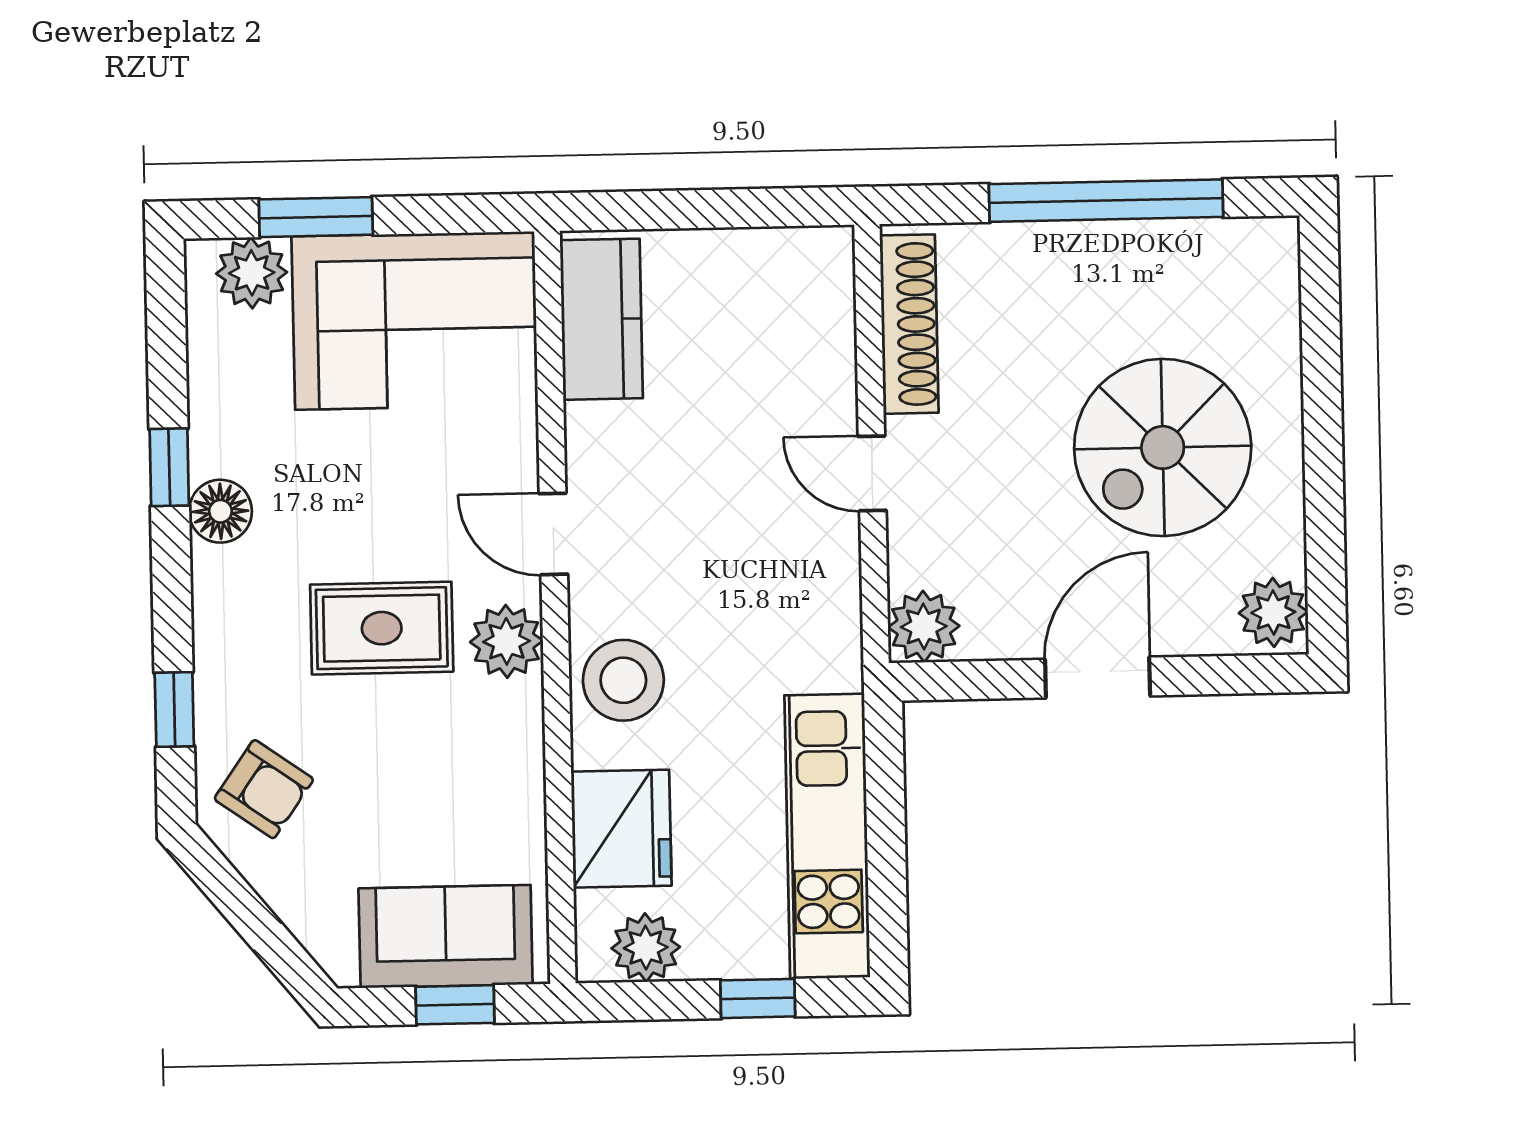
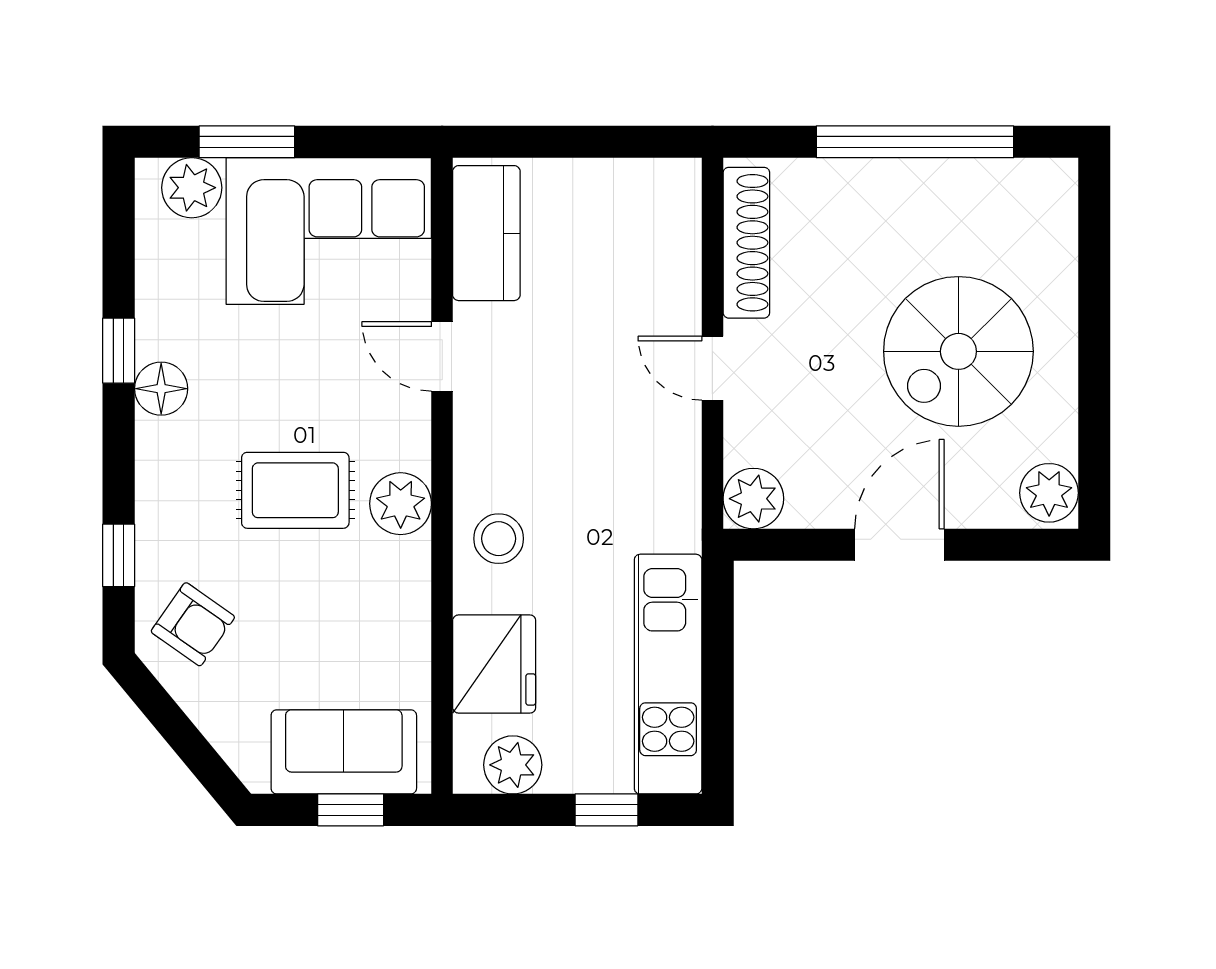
door: (553, 534) -> (442, 356), moved
stool: (623, 680) -> (499, 539), width x0.73, depth x0.73

